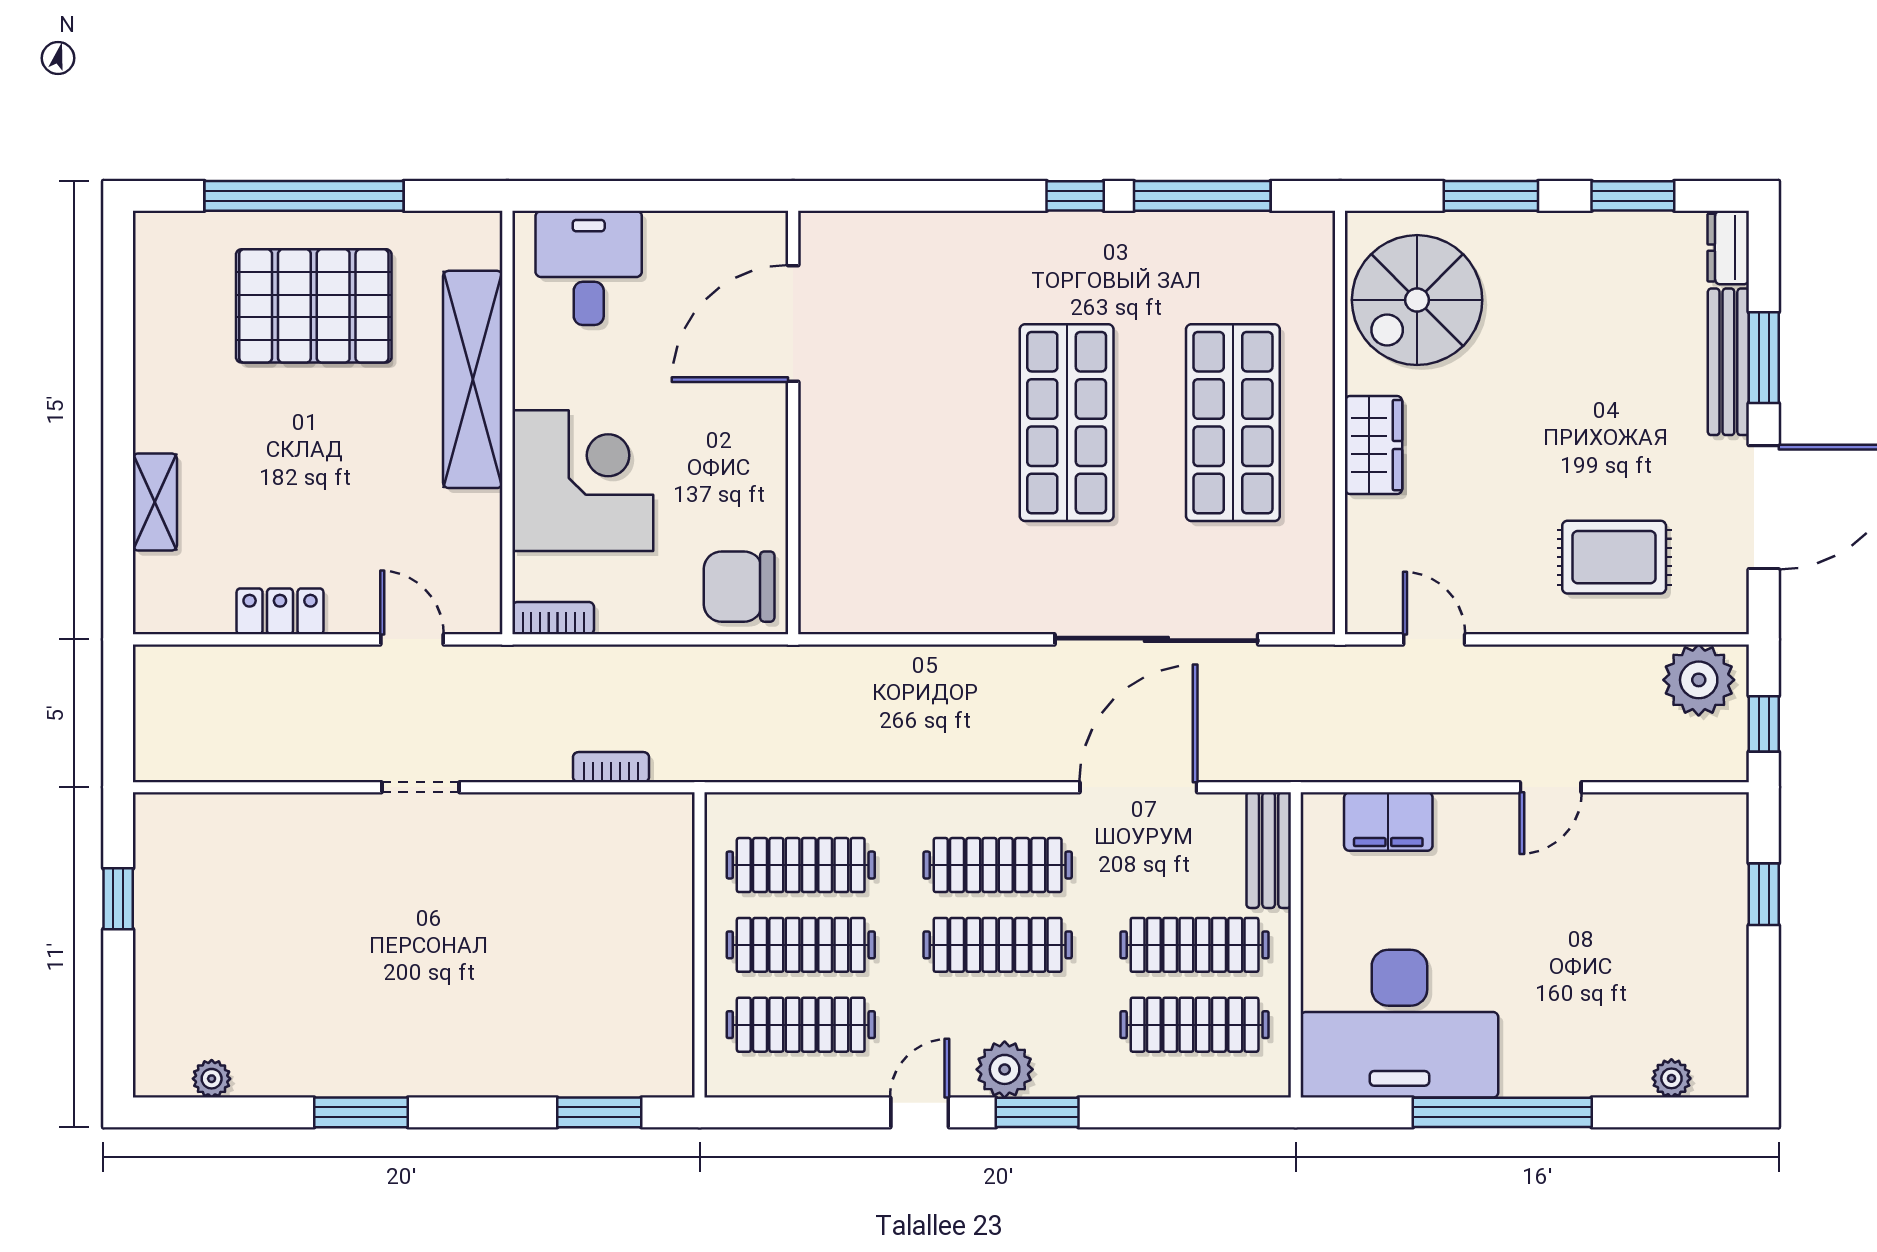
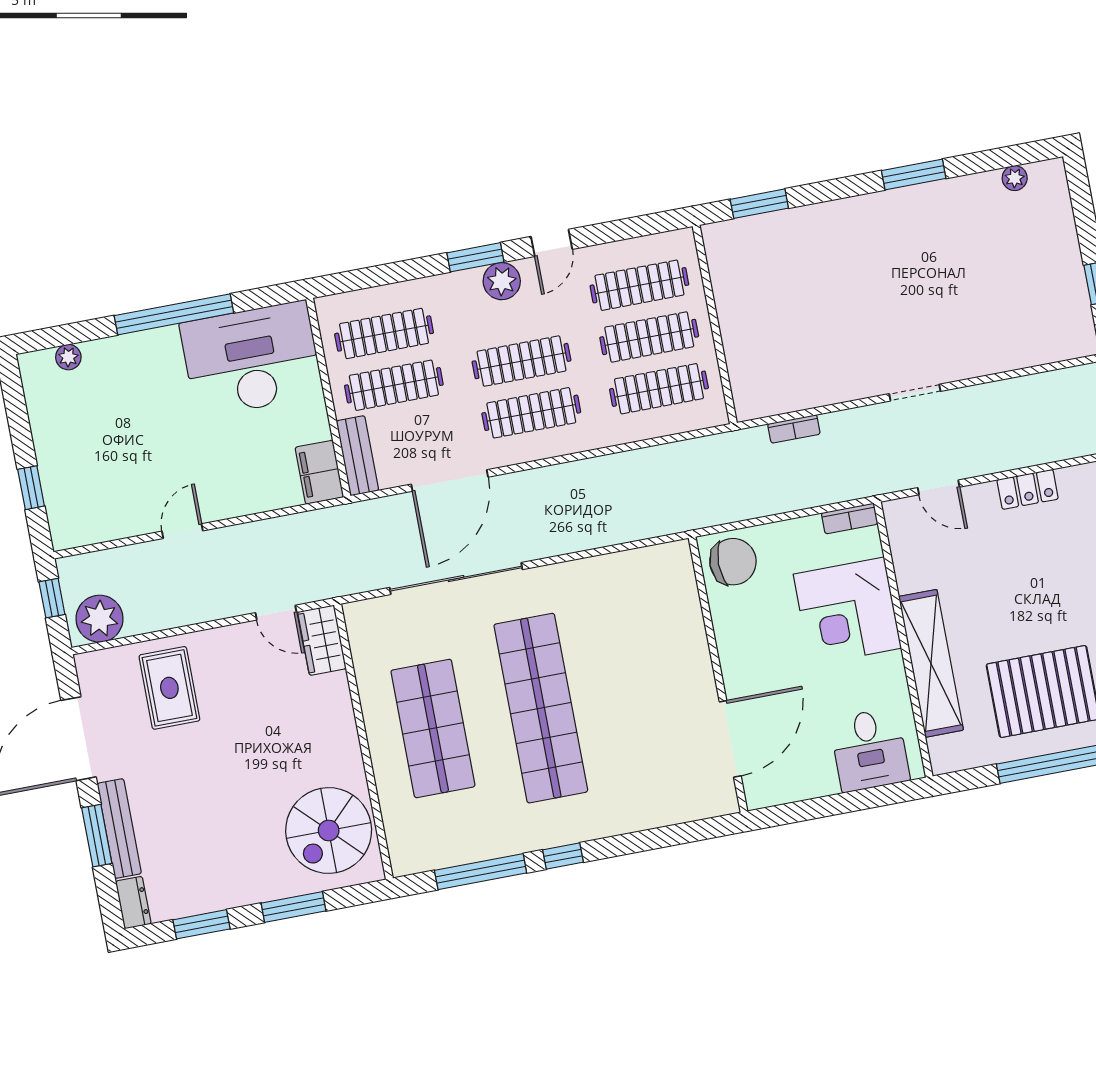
spiral stairs: (1417, 300) -> (329, 830), turned 180
shop shelf: (1067, 423) -> (541, 708), width x1.40
wardrobe: (1374, 445) -> (322, 640), moved
rug: (1614, 557) -> (169, 688), turned 90
filing cabinet: (1388, 822) -> (319, 472), moved, turned -90

